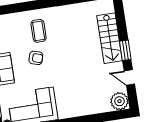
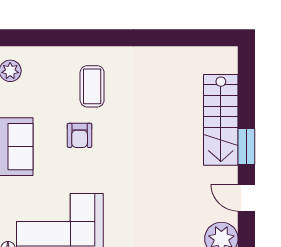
armchair: (36, 58) -> (80, 135), turned 73

